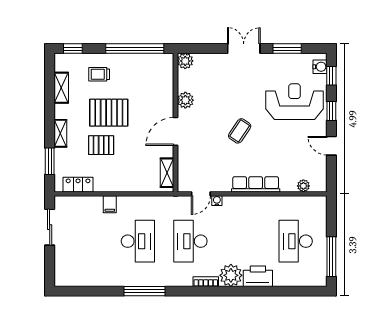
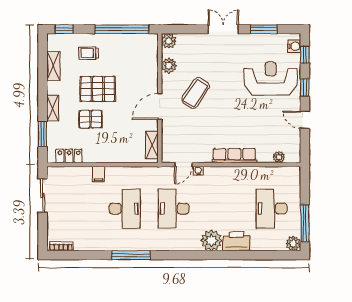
plant: (185, 100) -> (169, 66), moved
coffee table: (240, 131) -> (196, 93), moved, width x1.36, depth x1.30
plant: (319, 279) -> (293, 244), added
bookcase: (206, 282) -> (61, 246), moved

